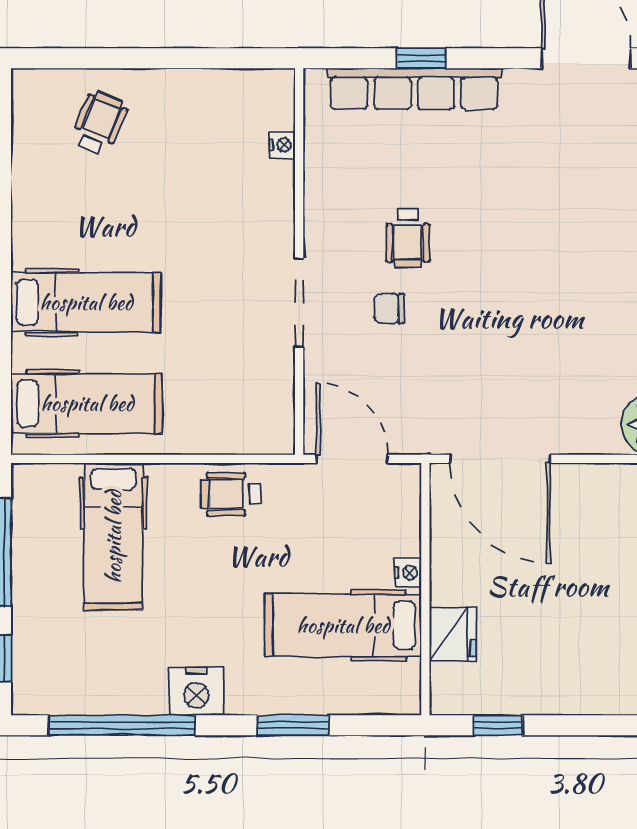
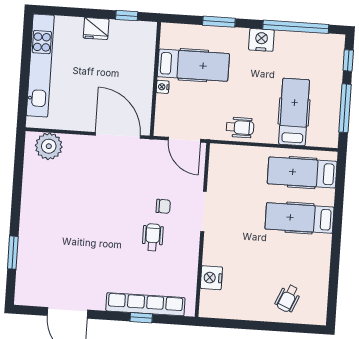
nightstand: (282, 145) -> (211, 278), width x1.89, depth x1.79
fridge: (453, 634) -> (96, 29), moved, turned -90

